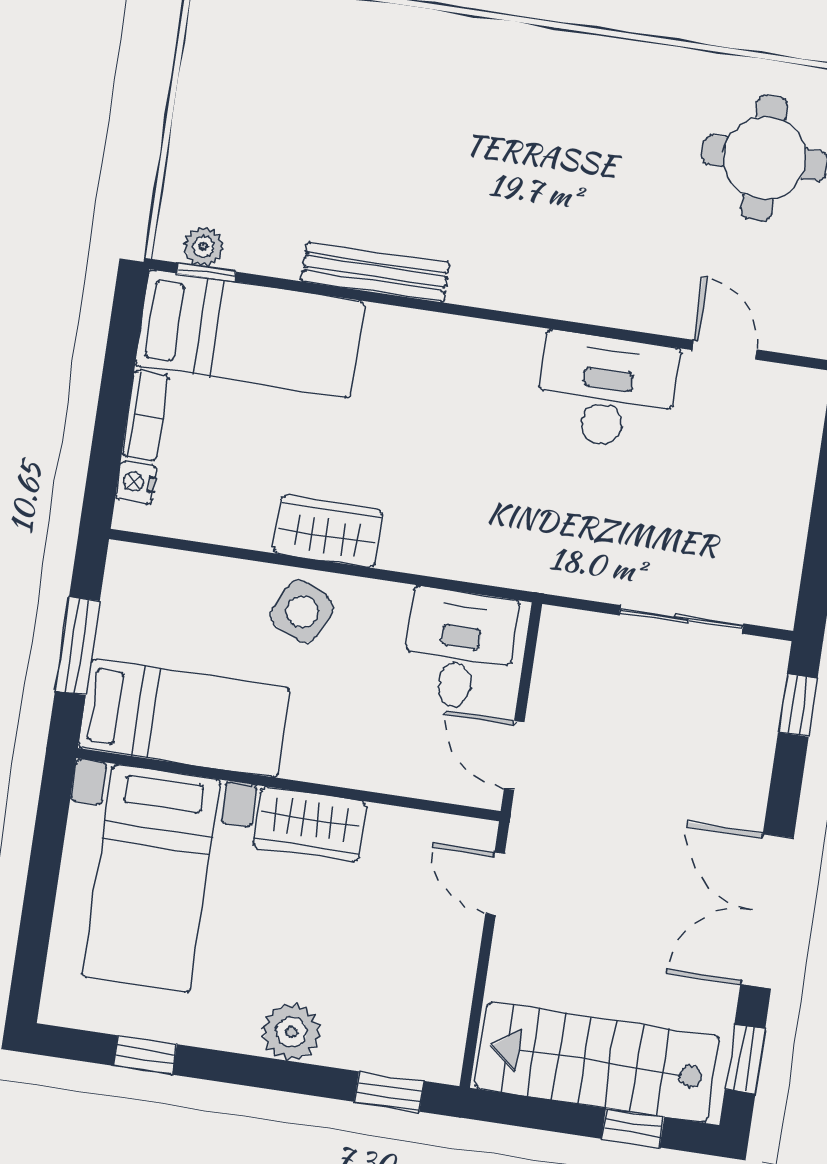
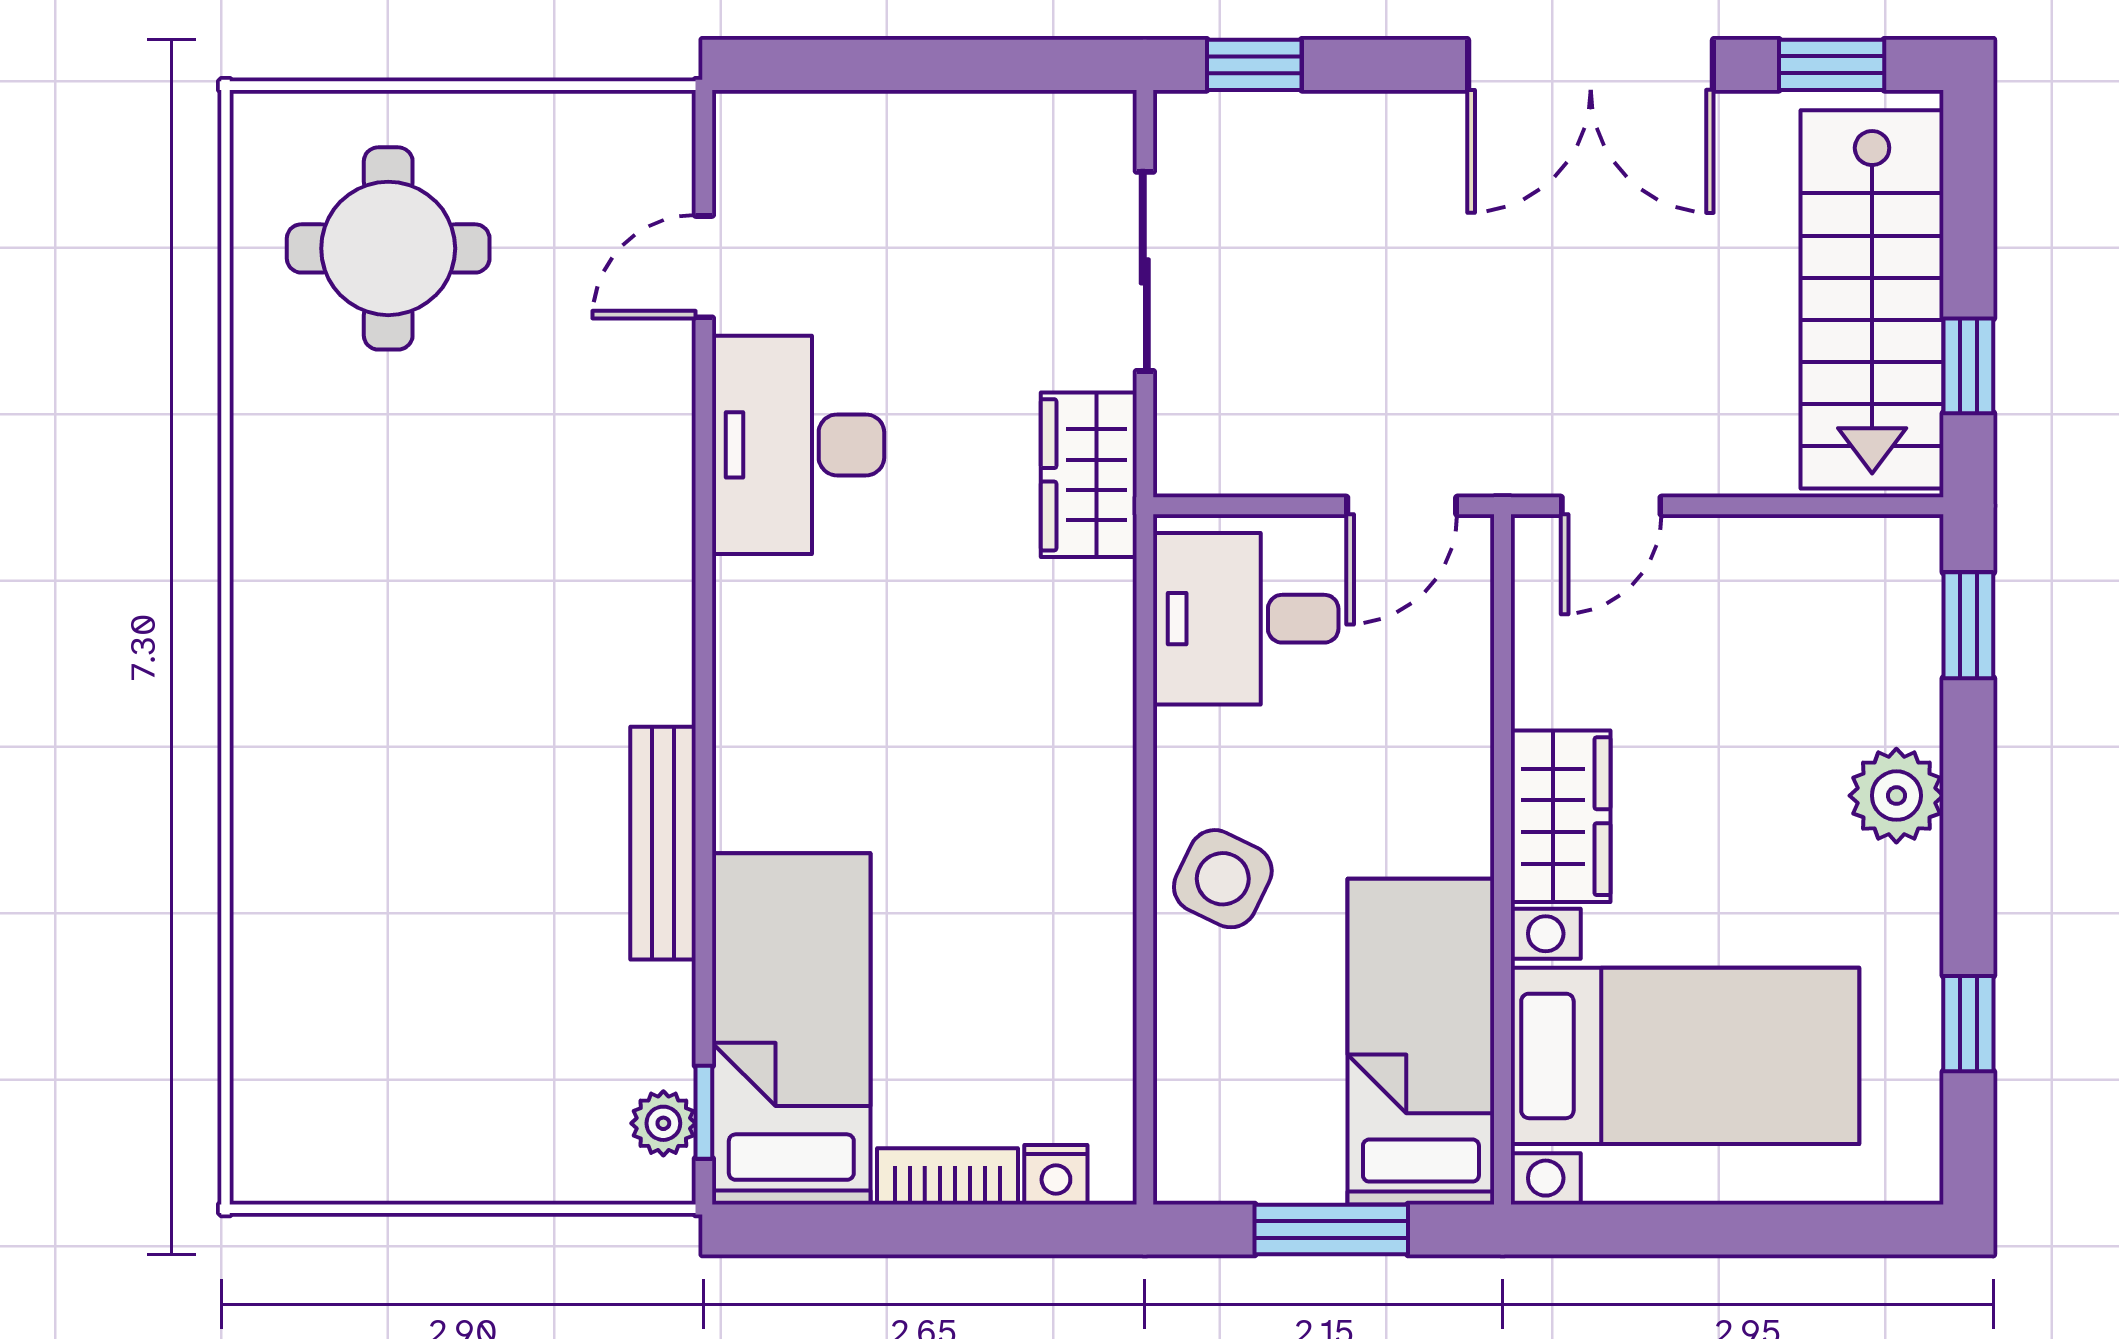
wardrobe: (328, 531) -> (1089, 475), moved
window: (633, 1128) -> (1968, 366), moved

